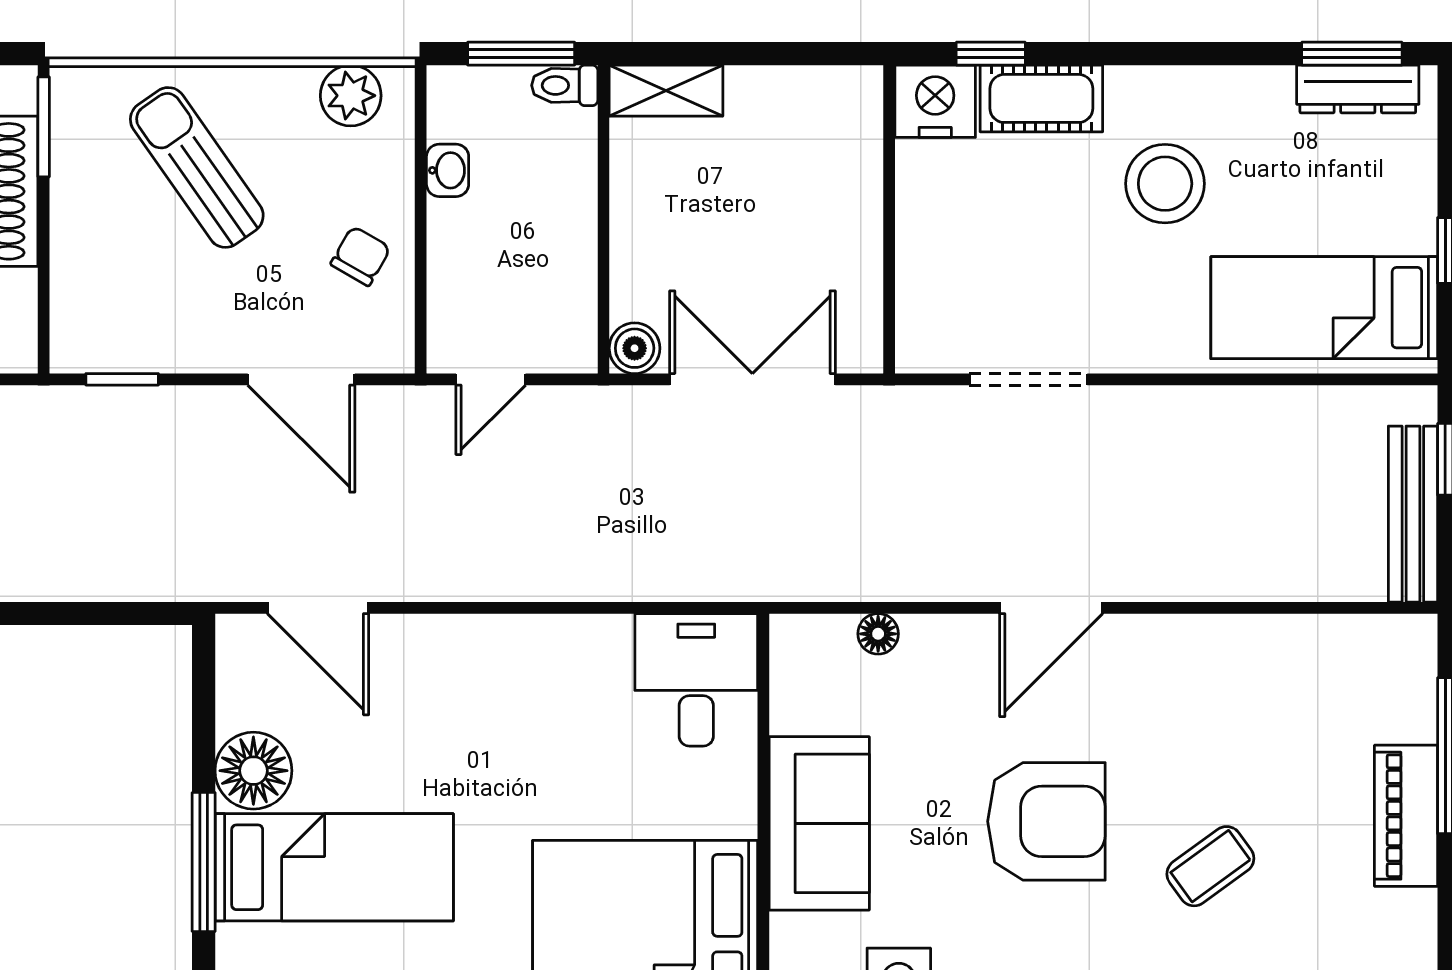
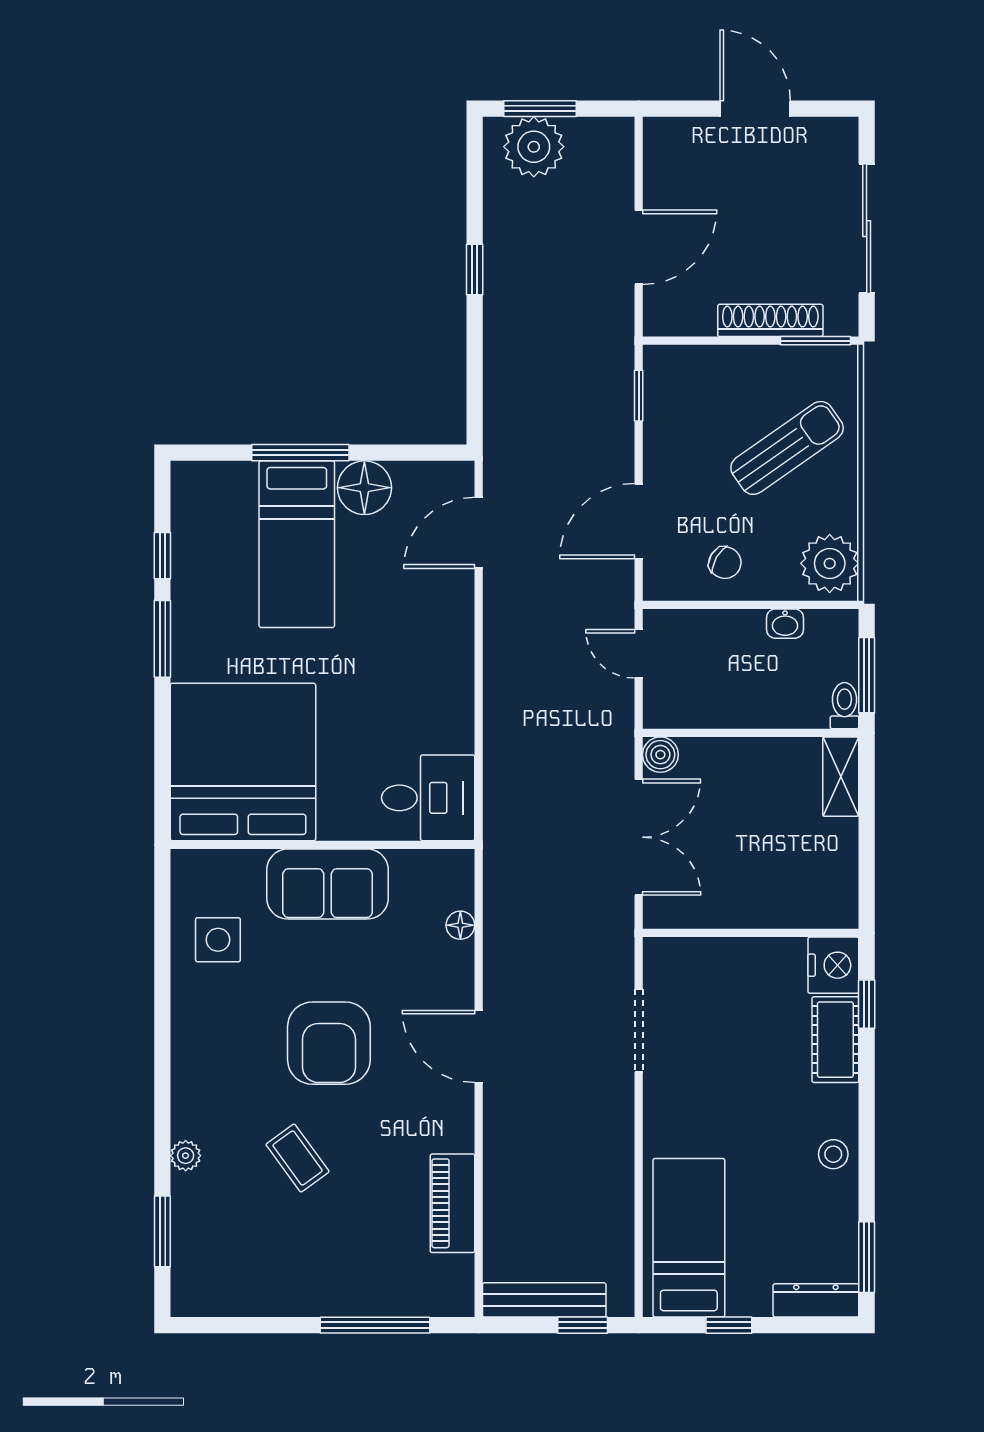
dresser: (1358, 89) -> (816, 1300), moved, turned 90
plant: (351, 96) -> (830, 563), width x1.36, depth x1.36
stool: (1165, 184) -> (833, 1154), moved, width x0.53, depth x0.53
piano: (1406, 816) -> (452, 1203), moved, turned -90

